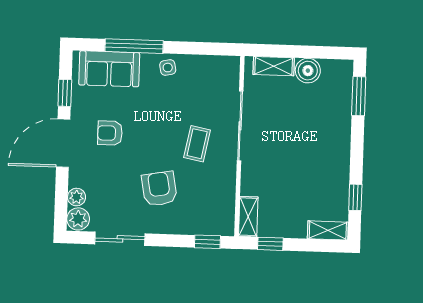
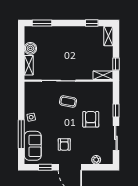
armchair: (159, 189) -> (91, 119), turned 100
plant: (78, 219) -> (107, 159), removed
window: (207, 242) -> (116, 111), moved

